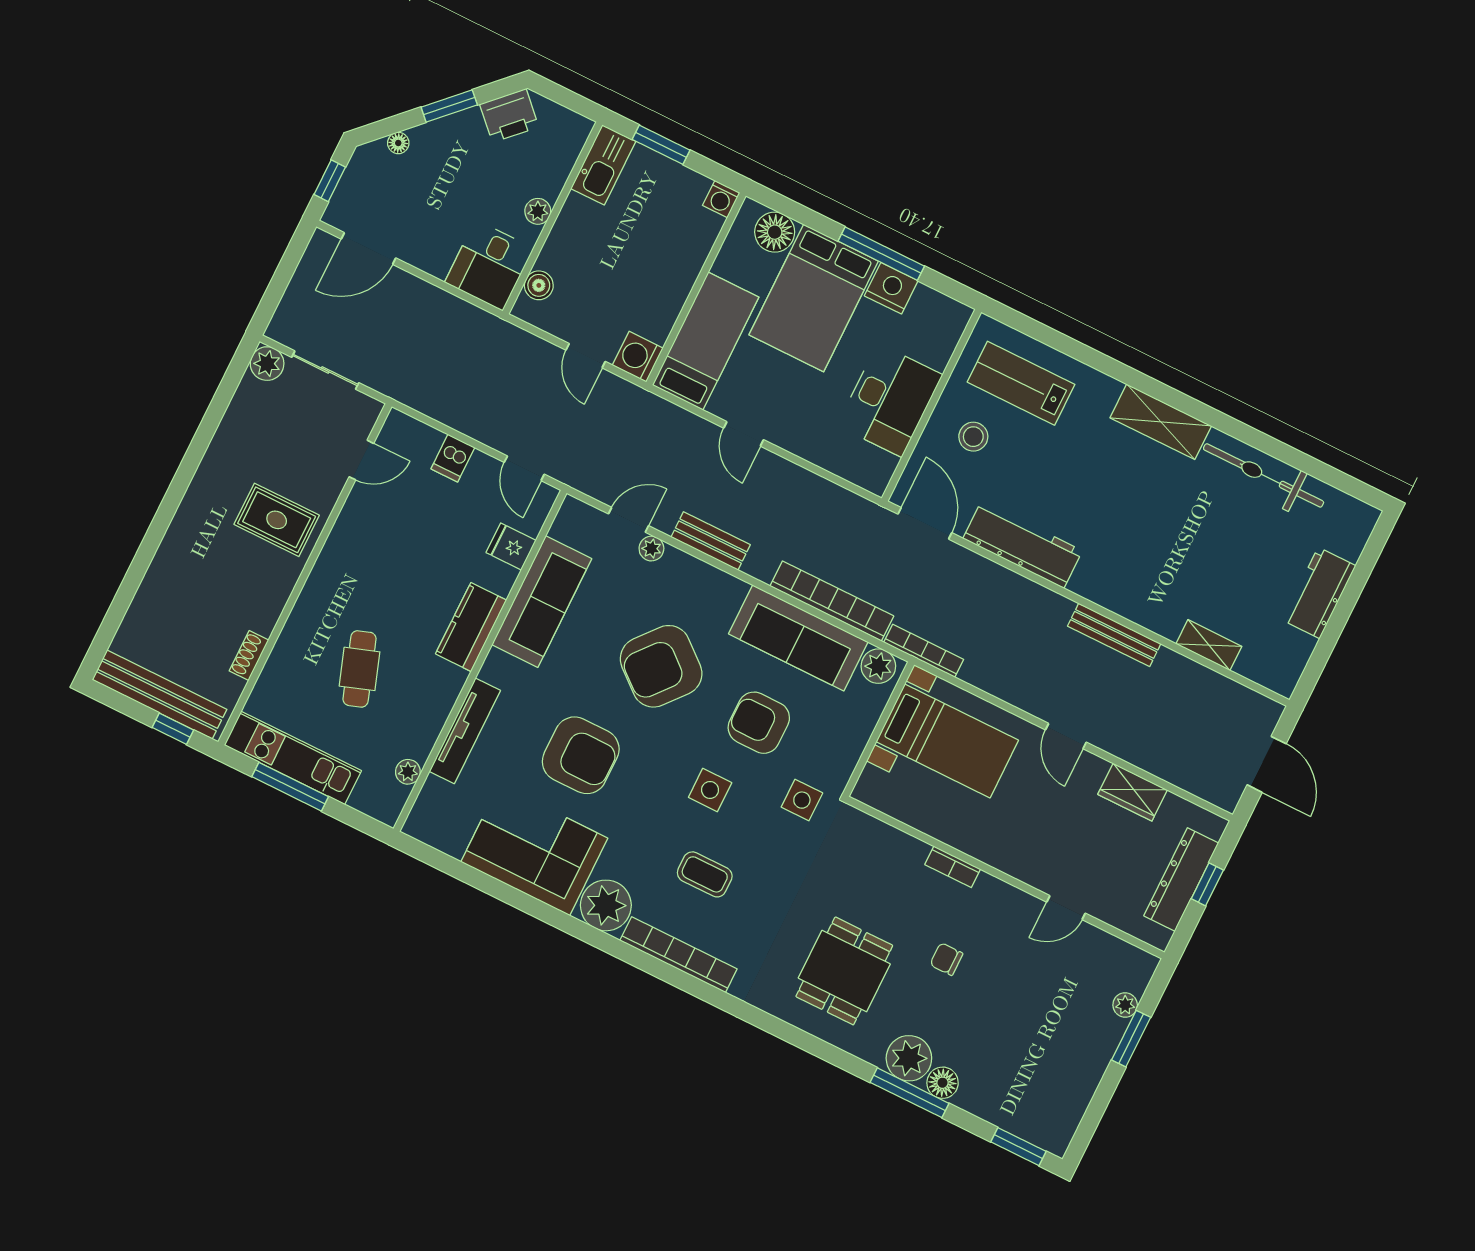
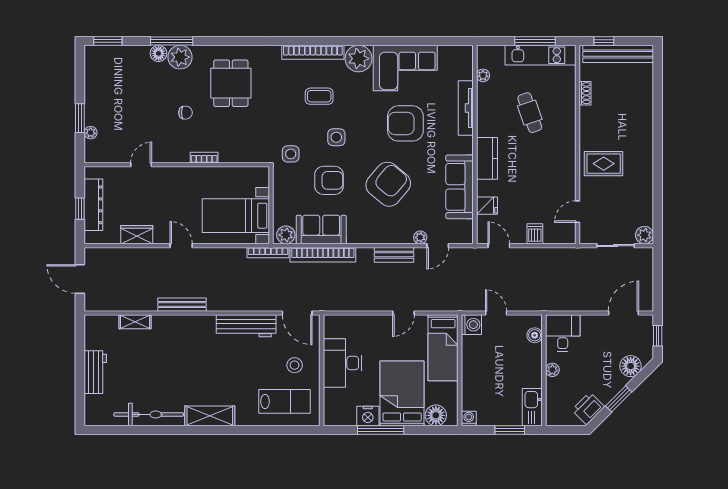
floor lamp: (398, 143) -> (631, 366), width x1.89, depth x1.89
door: (744, 434) -> (403, 313), swing flipped
sofa: (798, 638) -> (321, 230), width x0.73

